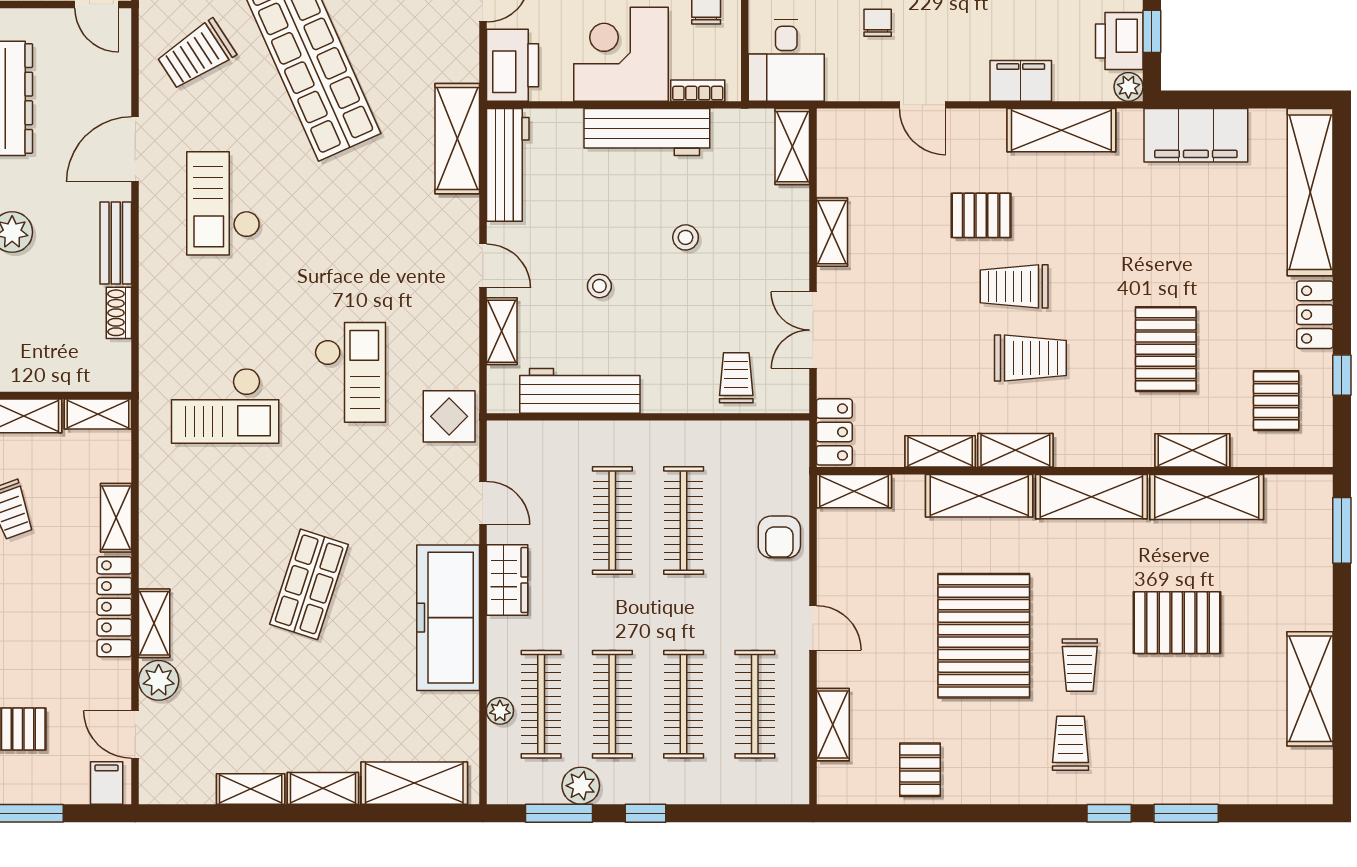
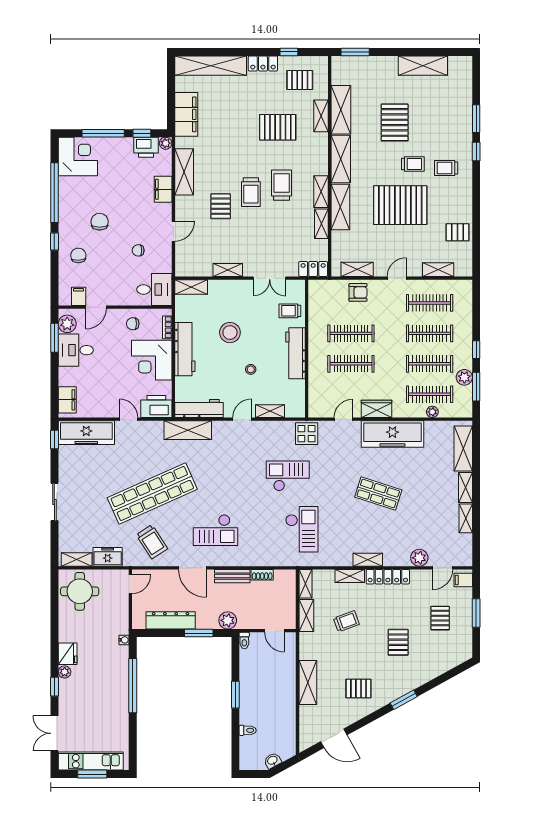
stool: (686, 237) -> (230, 333), width x1.89, depth x1.89
workbench: (580, 391) -> (296, 353), moved
shelving: (854, 491) -> (357, 269), moved, turned 90
shelving: (154, 623) -> (368, 560), moved

